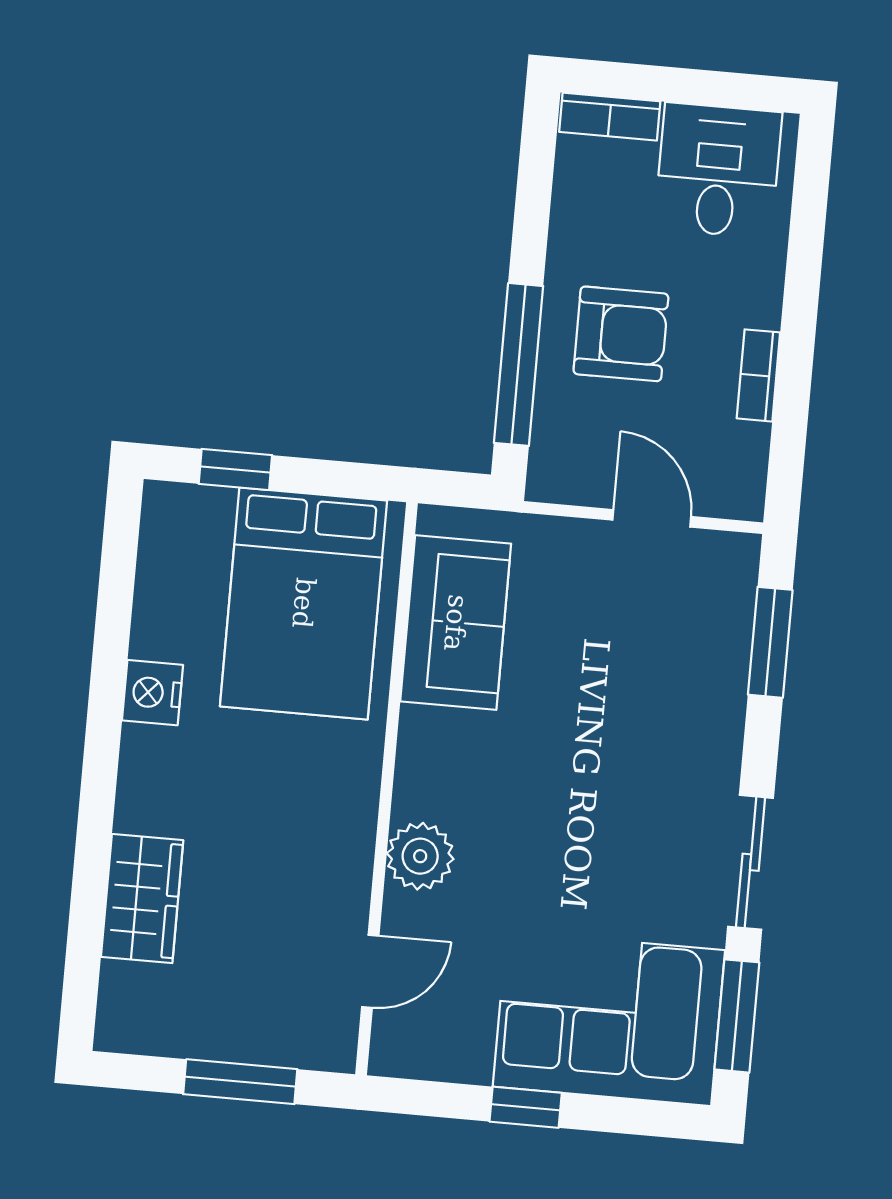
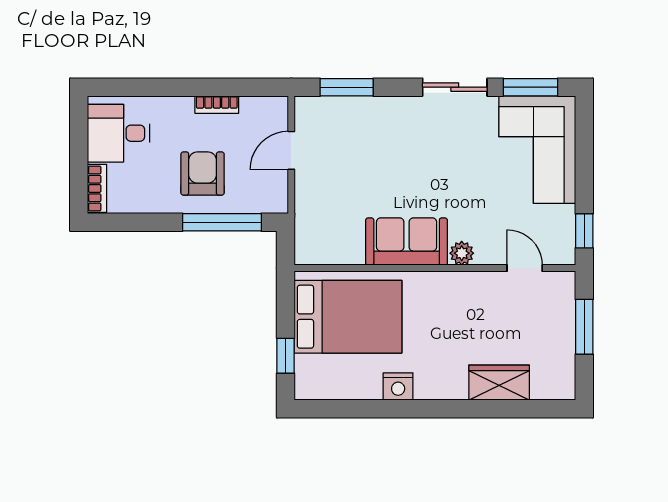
sofa: (456, 623) -> (407, 242), moved
plant: (420, 856) -> (462, 253), width x0.73, depth x0.73
window: (526, 1107) -> (584, 231), moved

